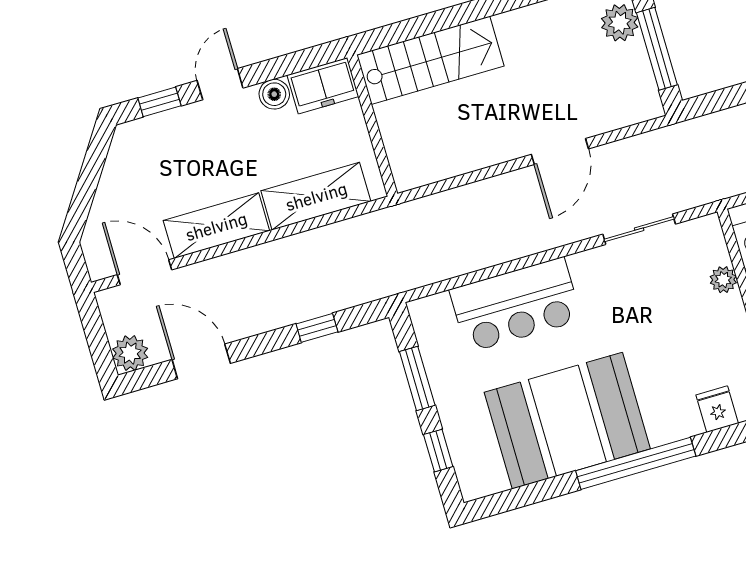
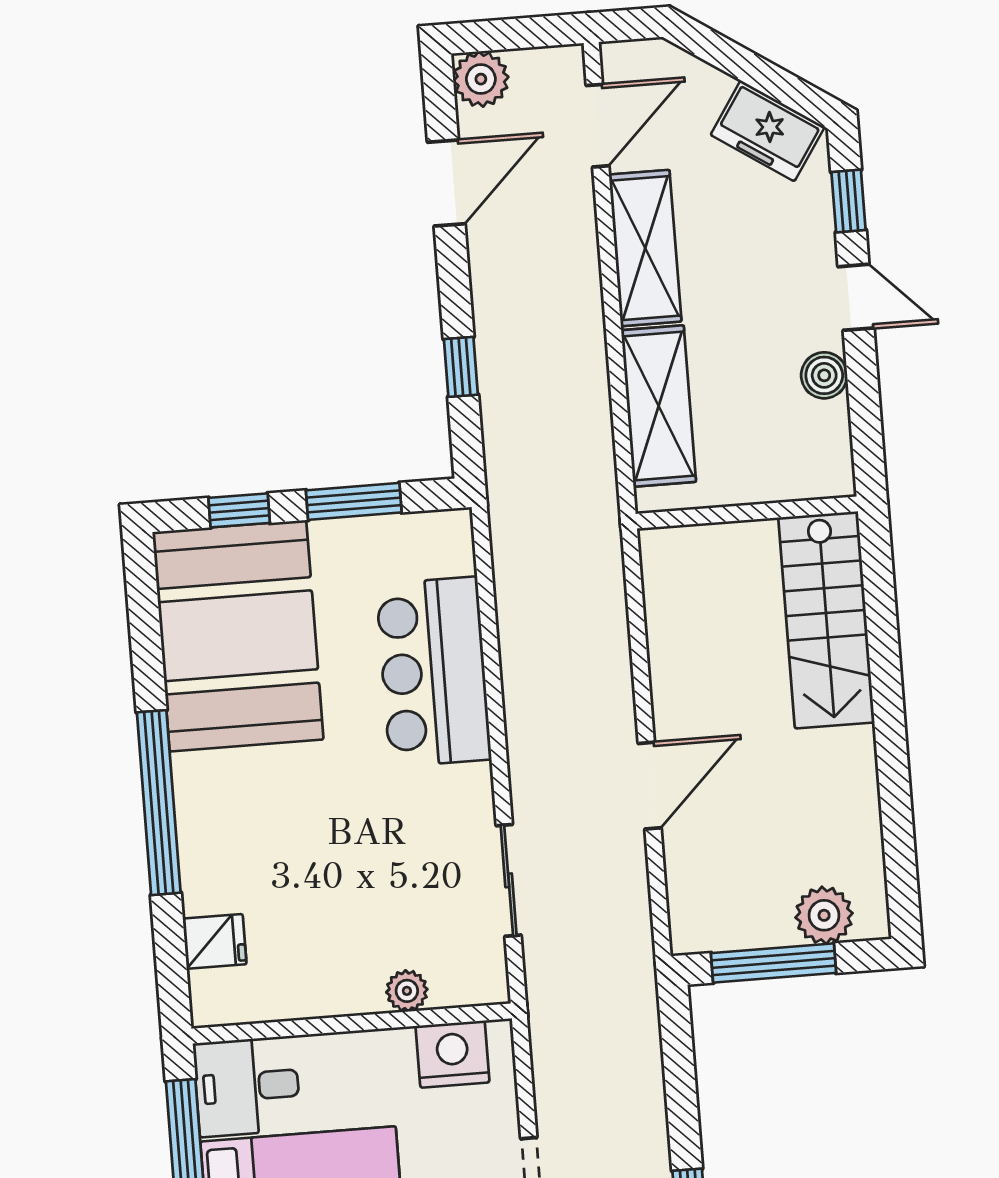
freezer: (323, 86) -> (768, 131), moved, turned -56
door: (560, 152) -> (650, 786), swing flipped
booth: (567, 421) -> (238, 636), moved

